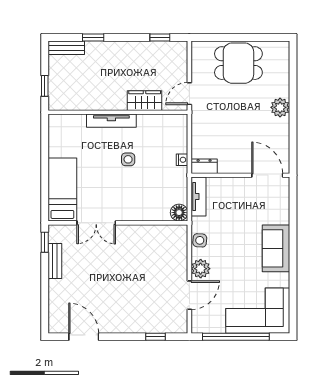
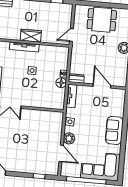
wardrobe: (145, 101) -> (31, 36), moved
door: (267, 175) -> (102, 86), moved
floor lamp: (179, 213) -> (61, 83), moved
door: (189, 295) -> (61, 153), hinge flipped

